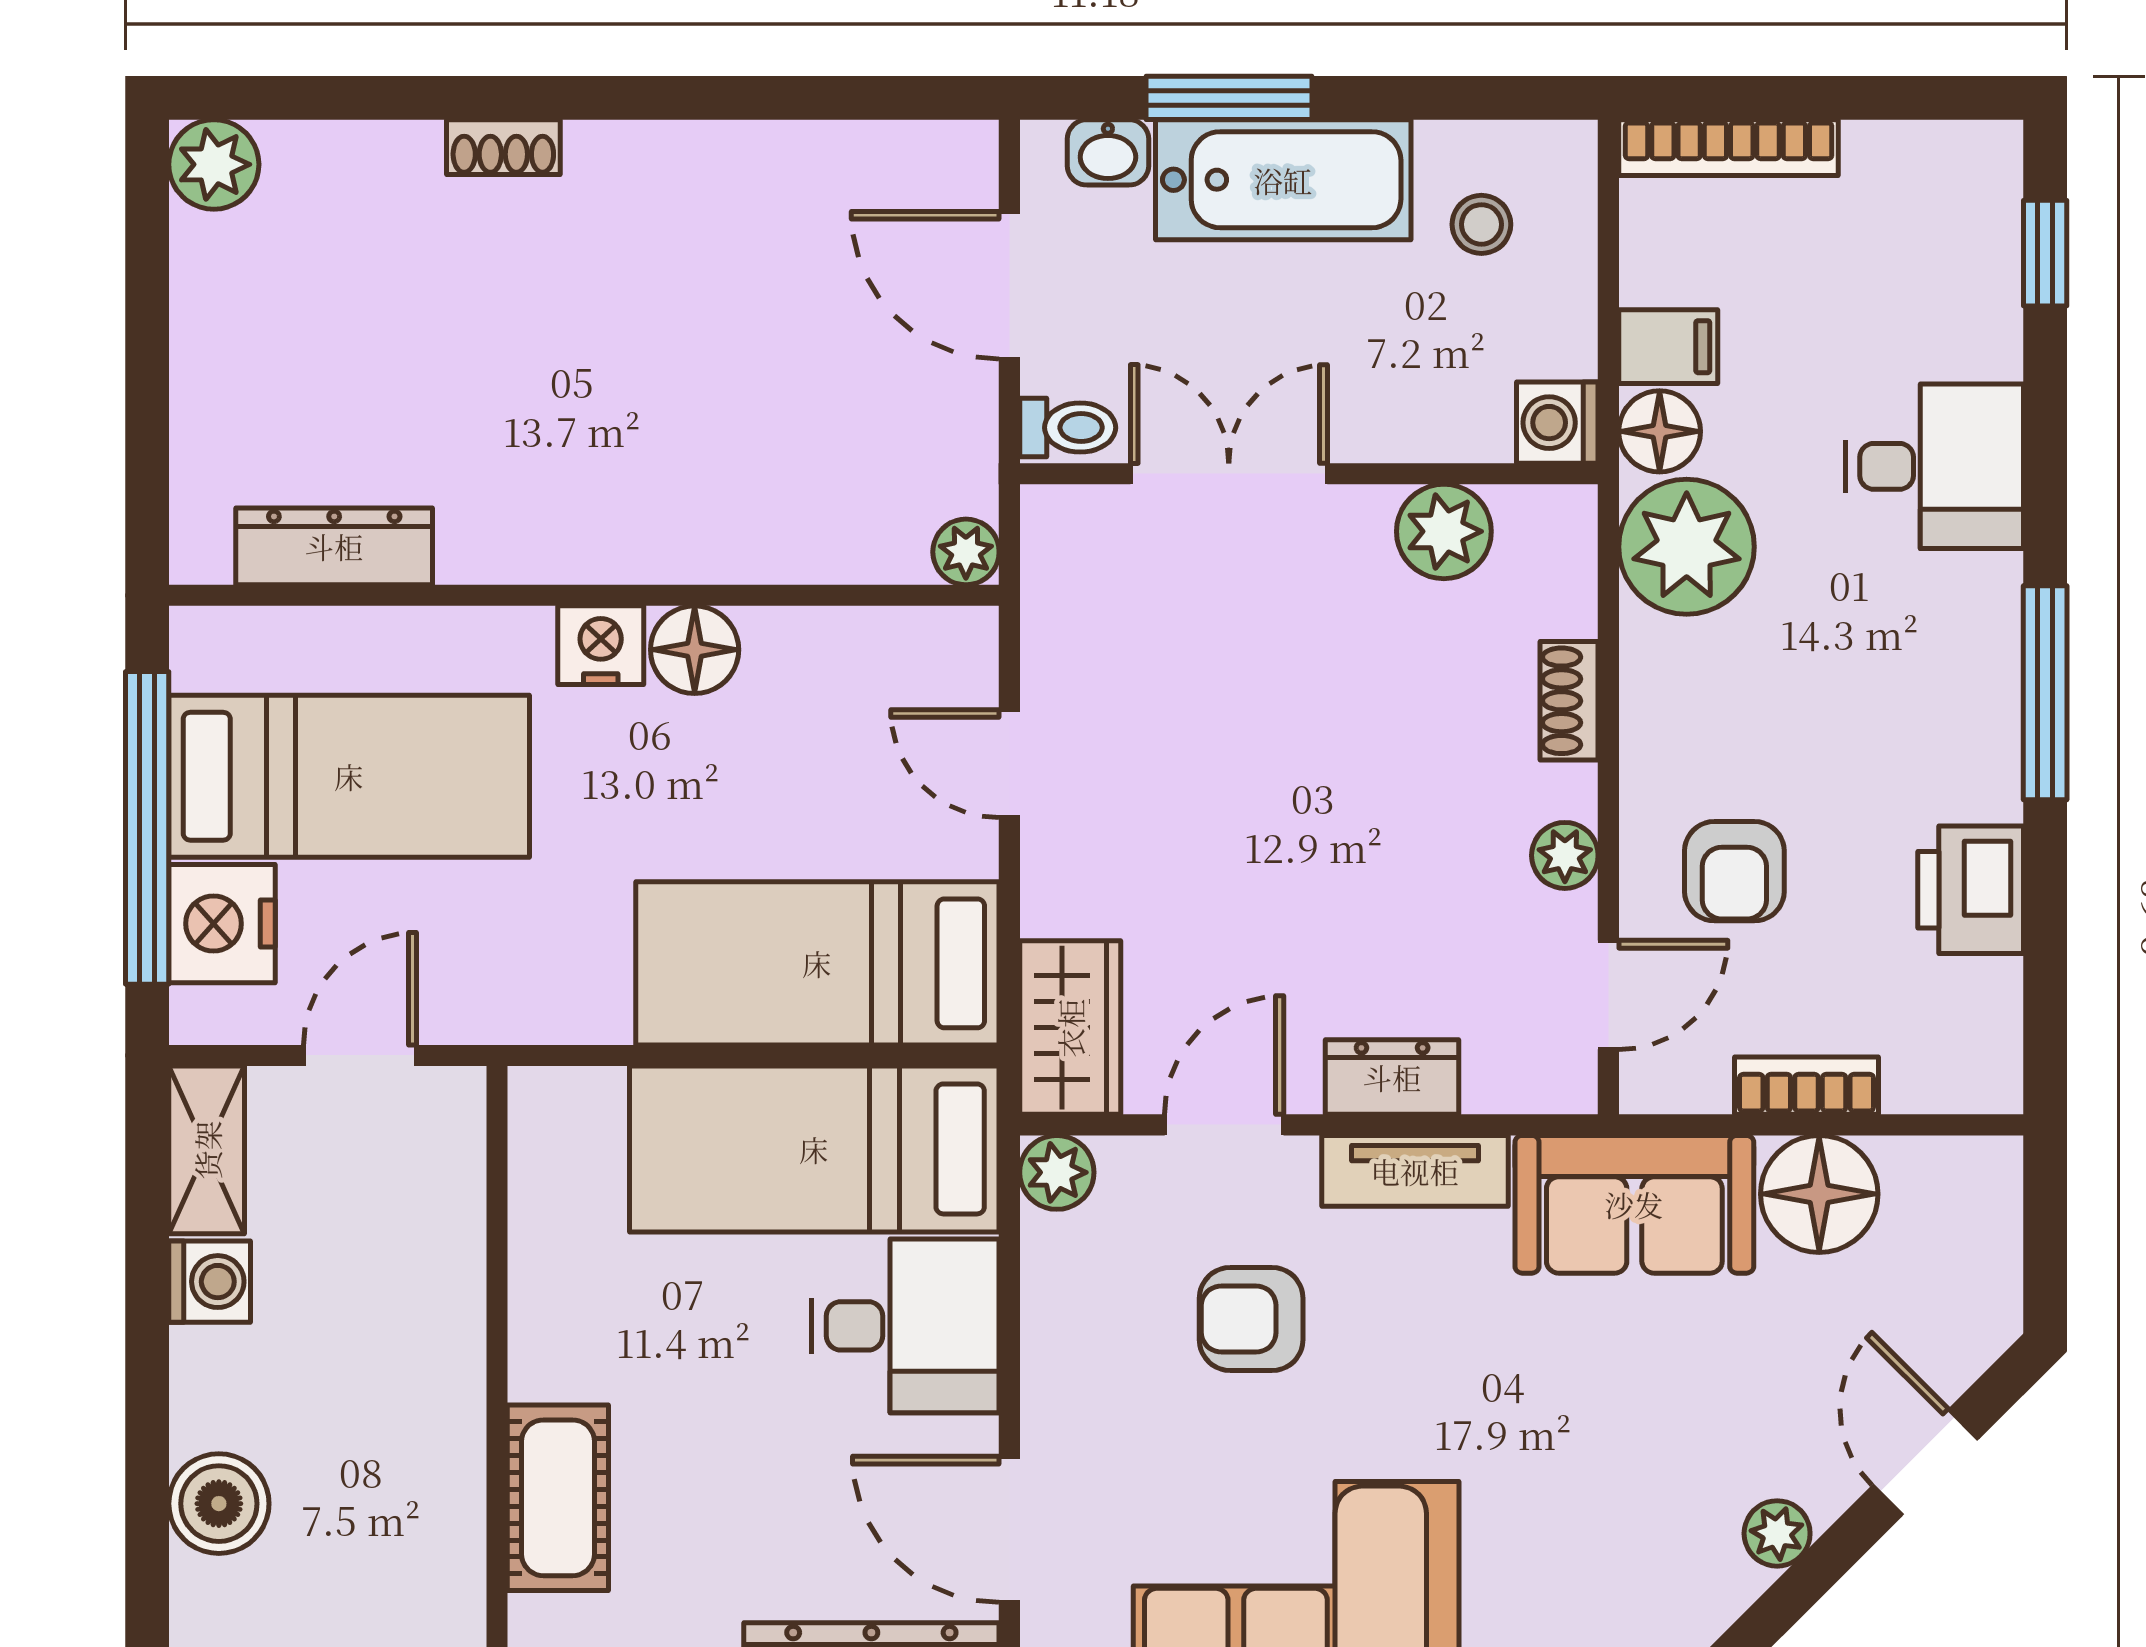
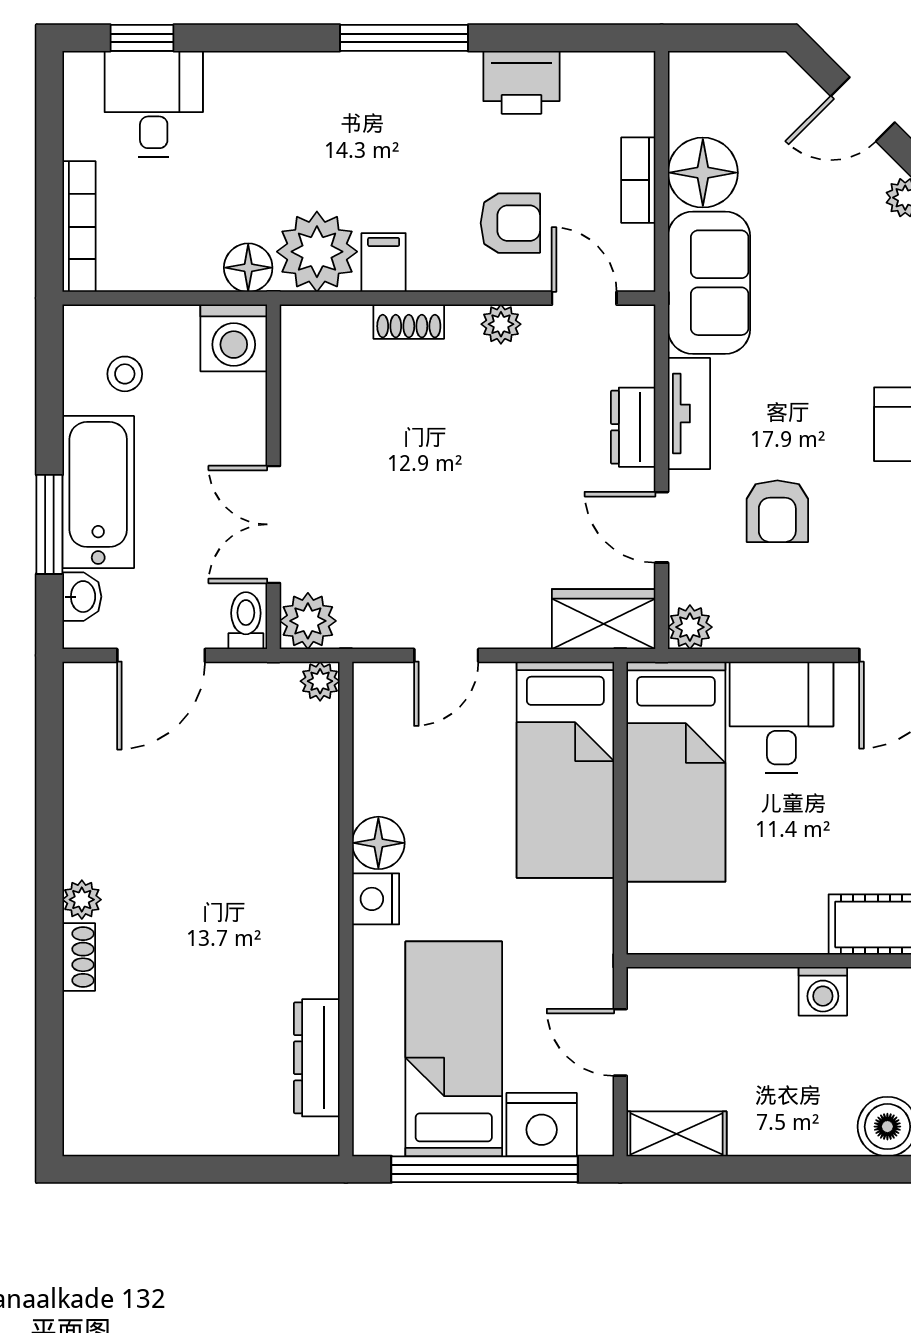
plant: (214, 164) -> (82, 900), moved, width x0.73, depth x0.73
filing cabinet: (1668, 347) -> (384, 263), moved
washing machine: (1557, 423) -> (234, 338), width x1.38, depth x1.38
desk: (1935, 466) -> (154, 104), moved
plant: (1444, 531) -> (308, 621), moved
washing machine: (210, 1282) -> (823, 991), moved, turned 180

